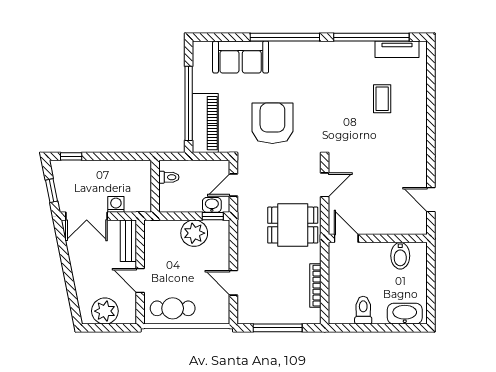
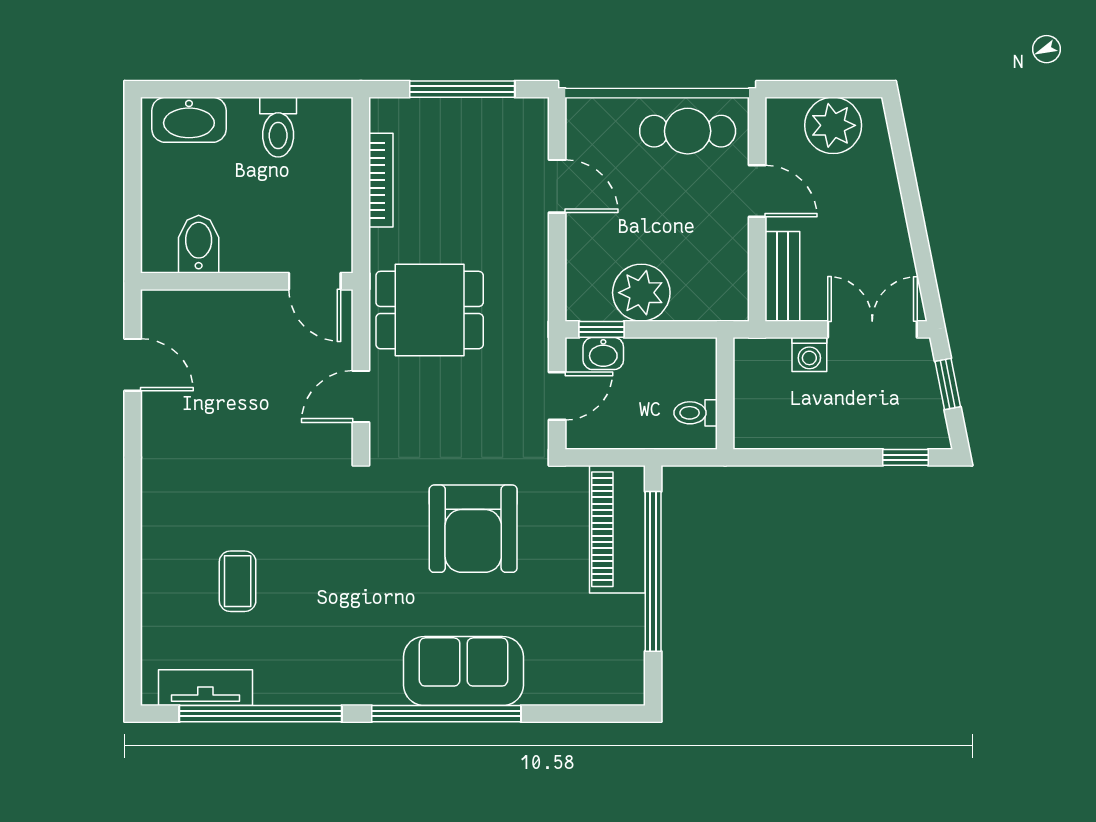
sofa: (241, 57) -> (464, 671), moved

